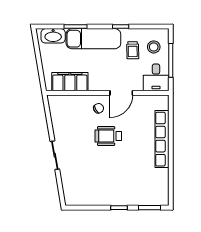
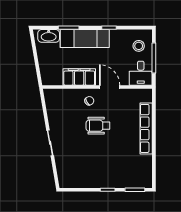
trolley: (133, 50) -> (120, 49), removed
filing cabinet: (70, 82) -> (79, 77), moved
door: (121, 93) -> (110, 87), swing flipped

